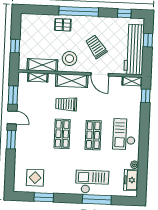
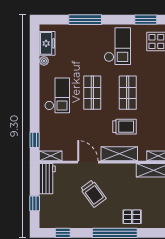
workbench: (134, 50) -> (47, 179), width x0.53, depth x0.76
stool: (70, 59) -> (123, 179), removed
checkout: (92, 182) -> (117, 46), moved, turned -90

